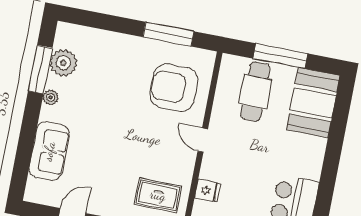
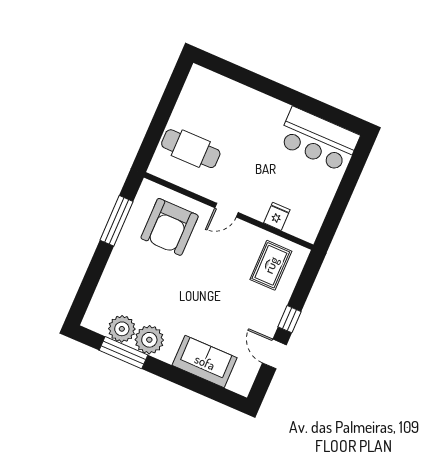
window: (280, 56) -> (162, 117), removed
plant: (51, 97) -> (149, 340), width x1.88, depth x1.88
booth: (313, 103) -> (214, 95), removed

